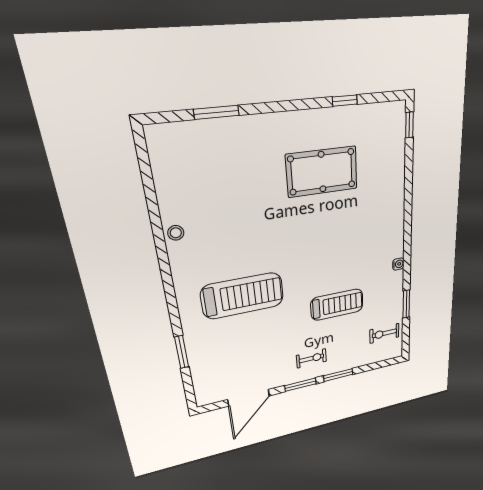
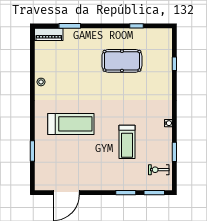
window: (409, 125) -> (174, 64), moved
piano: (175, 135) -> (49, 34), added
treadmill: (337, 305) -> (127, 142), turned 90
exercise bike: (311, 358) -> (108, 175), removed
window: (301, 385) -> (154, 193), moved

